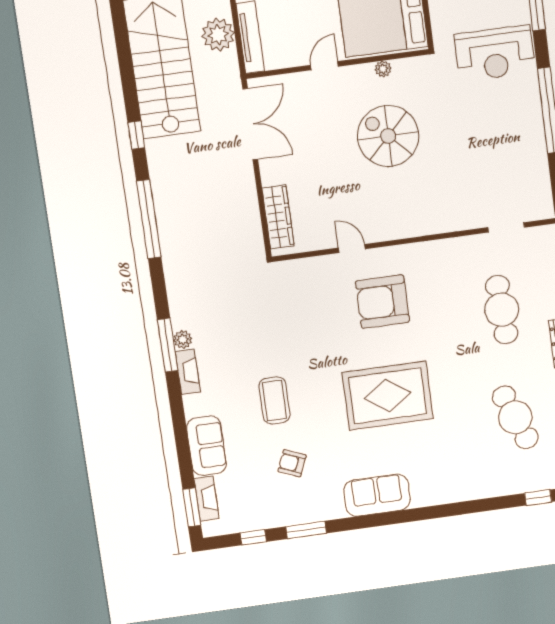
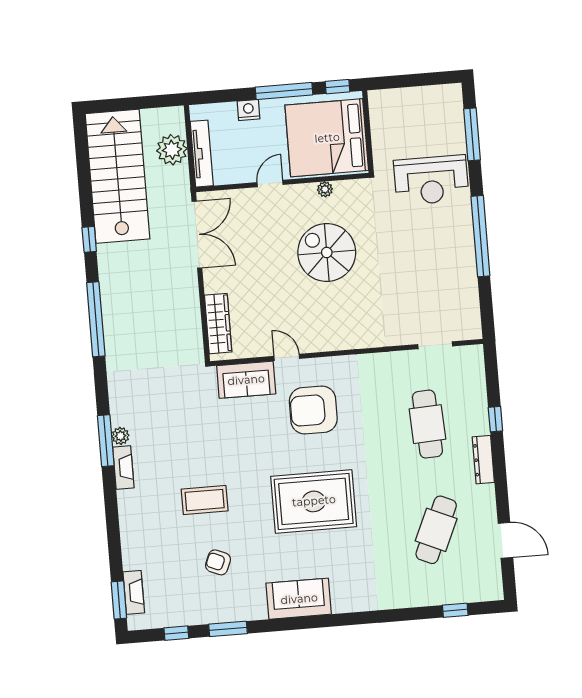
coffee table: (274, 400) -> (205, 500), turned 90
cafe table: (515, 417) -> (436, 530), turned 45
sofa: (206, 446) -> (246, 380), moved, turned 90

